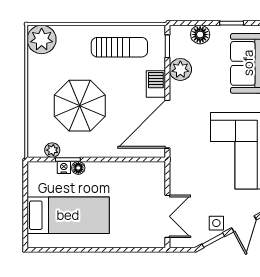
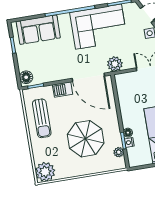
floor lamp: (200, 35) -> (26, 77), moved
sun lounger: (119, 47) -> (42, 118), turned 180
plant: (180, 69) -> (115, 64), moved

